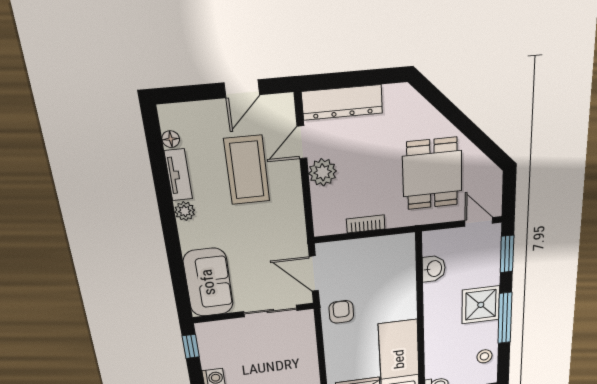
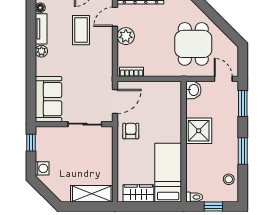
coffee table: (247, 170) -> (81, 30), width x0.73, depth x0.76
bookcase: (366, 224) -> (132, 72), moved
washbasin: (434, 269) -> (193, 90), moved
door: (314, 274) -> (115, 101), swing flipped
shower: (481, 305) -> (199, 131), moved
window: (505, 318) -> (243, 151), width x0.69

